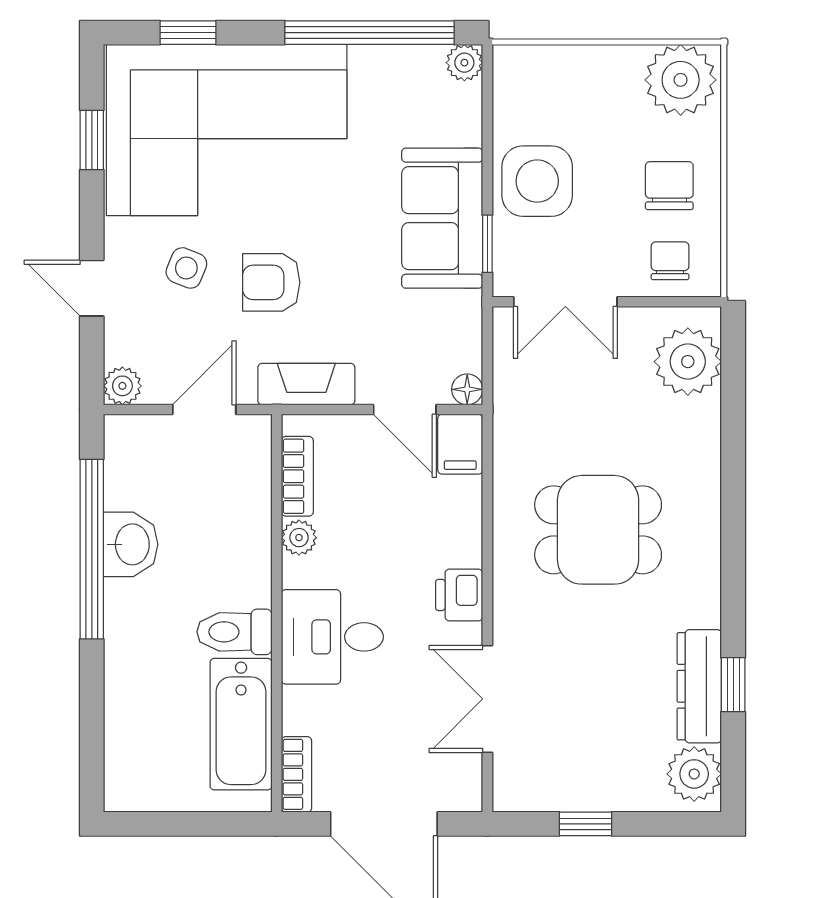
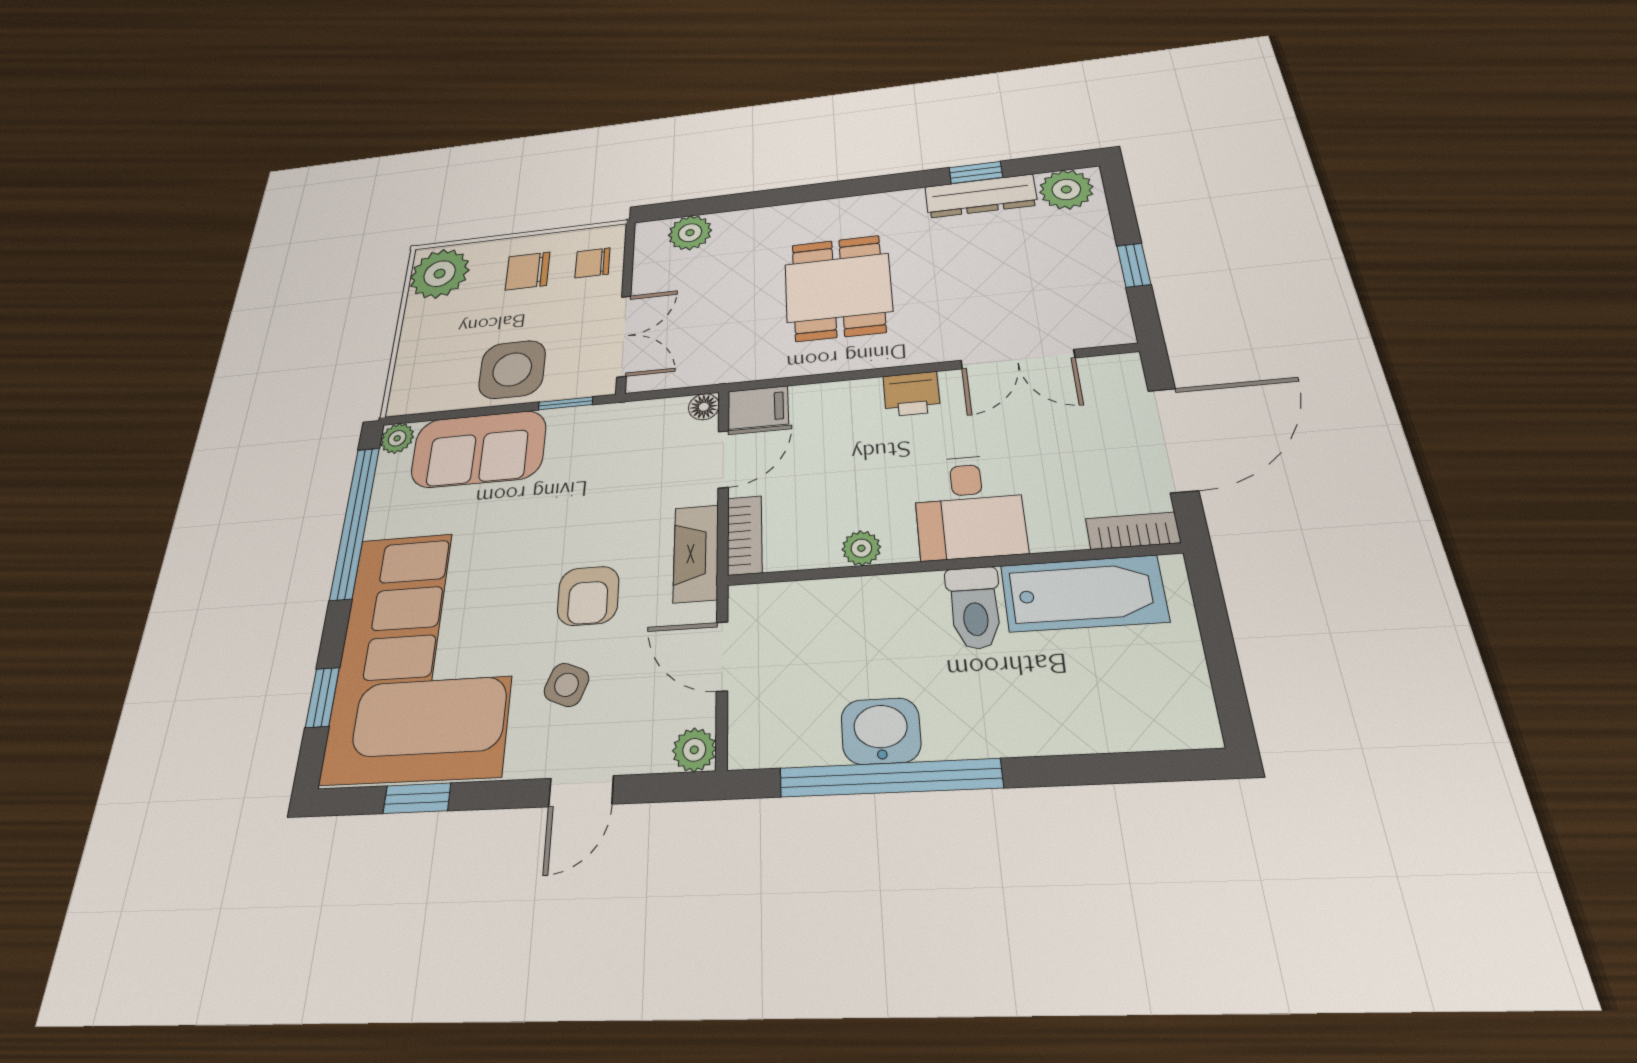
sofa: (442, 218) -> (478, 449), moved
plant: (688, 362) -> (690, 233), width x0.73, depth x0.73
bookcase: (297, 476) -> (745, 535), moved, turned 90

